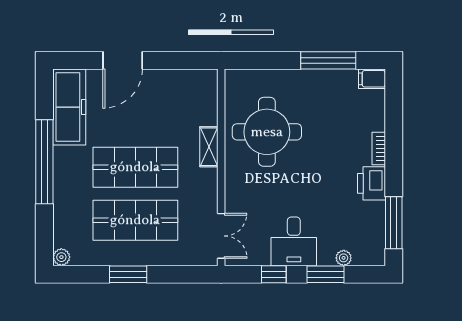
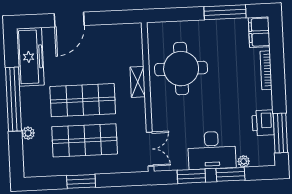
filing cabinet: (372, 79) -> (259, 32), width x2.00
bookcase: (379, 149) -> (266, 70), width x1.56
printer: (371, 183) -> (263, 123), moved
desk: (294, 241) -> (212, 150), width x1.37
plant: (61, 257) -> (28, 133), moved
window: (274, 274) -> (191, 176), width x1.50

